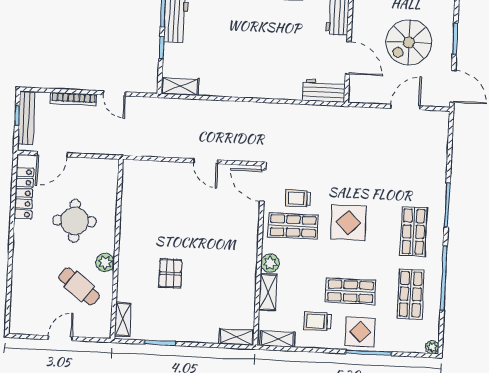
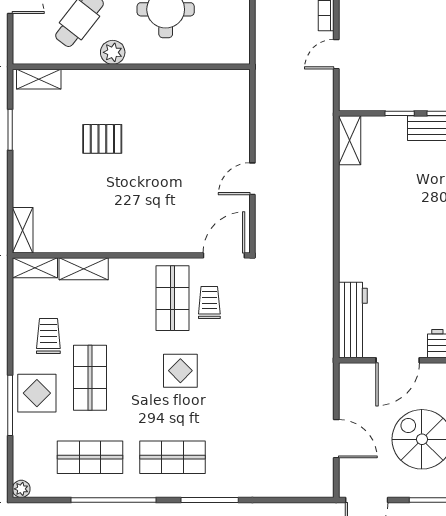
workbench: (324, 91) -> (353, 320), width x1.38
display table: (348, 223) -> (180, 371), width x0.73, depth x0.73
plant: (270, 263) -> (122, 270), removed
shelving: (277, 339) -> (35, 268), moved, turned 90

